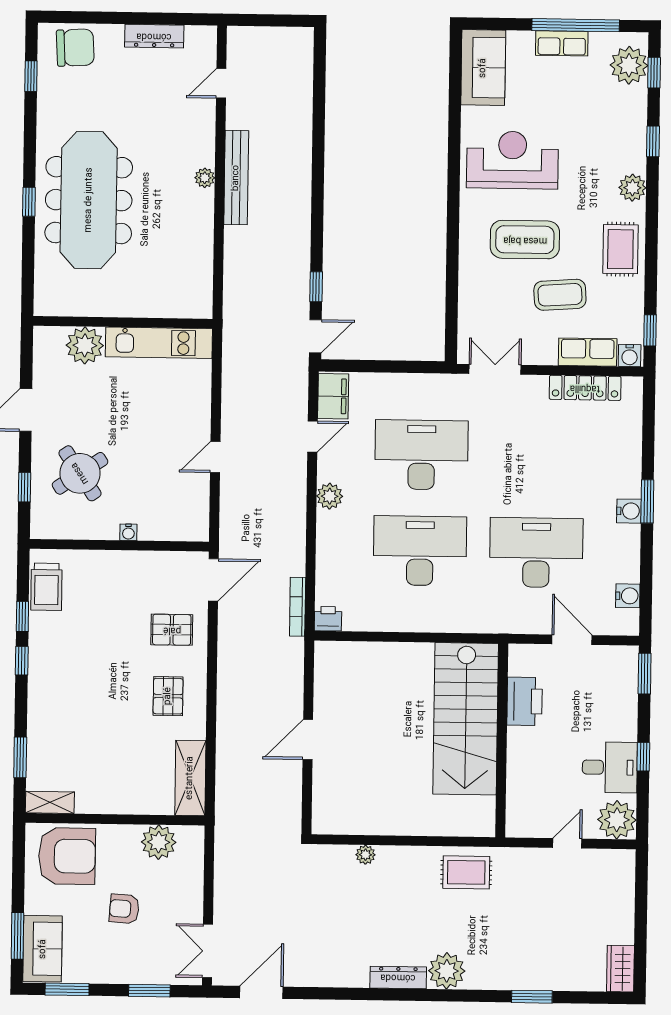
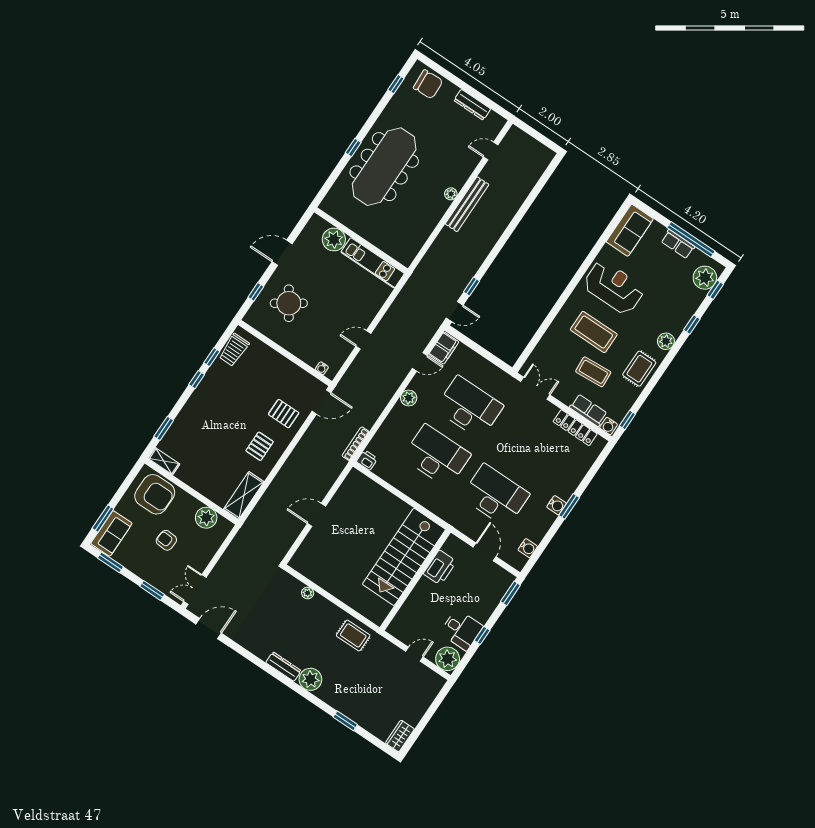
water cooler: (128, 532) -> (322, 368), moved

